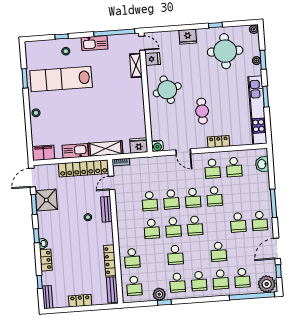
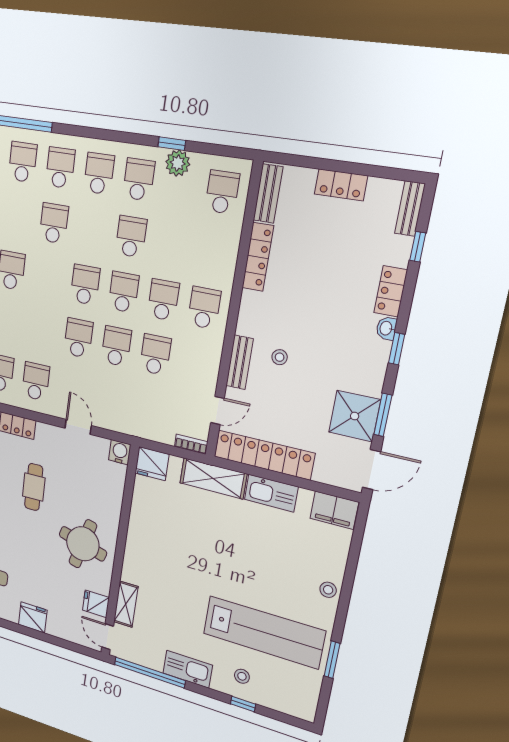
round table: (167, 90) -> (83, 544), turned 30
school desk: (214, 196) -> (42, 330), removed
school desk: (132, 258) -> (204, 308), moved

